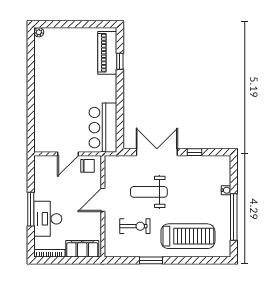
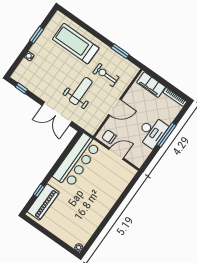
bar counter: (103, 128) -> (77, 161), width x1.36
window: (195, 152) -> (21, 88), moved
weight bench: (149, 192) -> (81, 91), turned -90
window: (234, 217) -> (37, 35), width x0.47
desk: (48, 219) -> (152, 132), moved
window: (151, 260) -> (120, 51), moved

